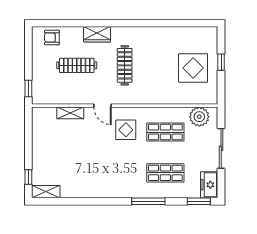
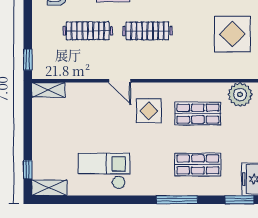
clothes rail: (125, 65) -> (147, 31), turned 90
shelving: (70, 113) -> (48, 90), moved
checkout: (90, 178) -> (104, 171), added

